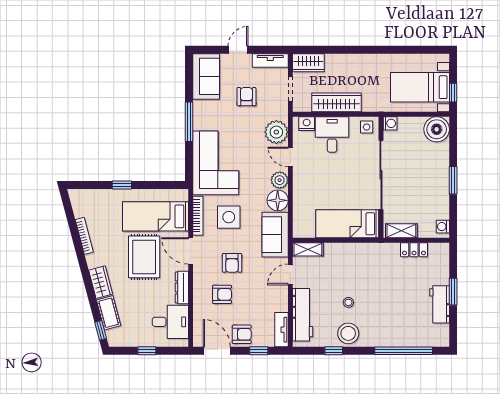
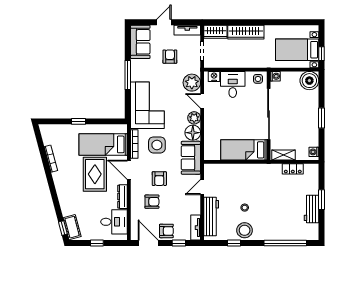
wardrobe: (337, 102) -> (246, 32), moved, turned 180
shelving: (308, 249) -> (215, 169), removed
wardrobe: (101, 282) -> (63, 193), removed
cot: (109, 313) -> (72, 227), moved

